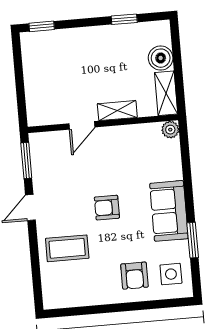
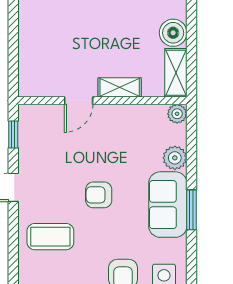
window: (26, 161) -> (13, 135), width x0.67
plant: (172, 169) -> (175, 158), added
window: (193, 240) -> (191, 210), moved

